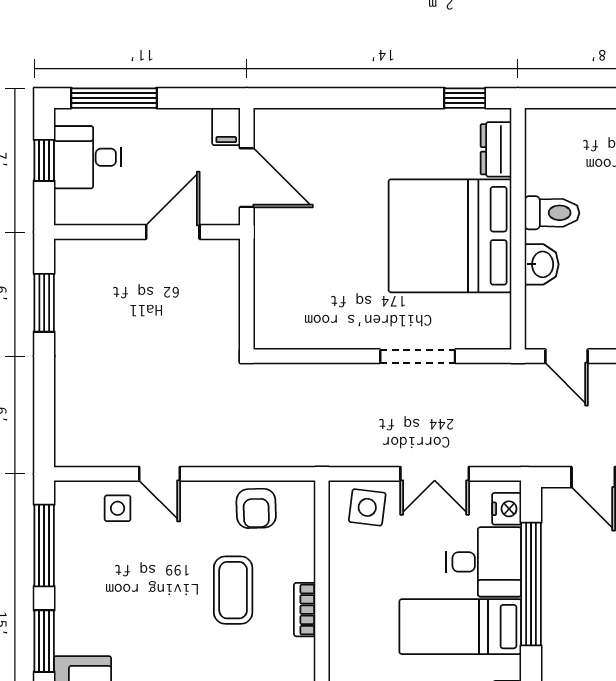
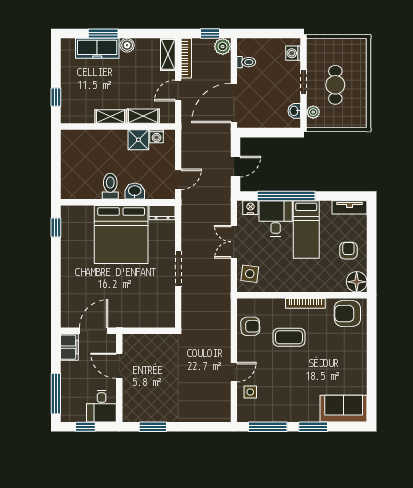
filing cabinet: (226, 127) -> (69, 347), width x2.00
dresser: (496, 149) -> (162, 213), moved
desk: (88, 157) -> (101, 406), moved
doorway: (418, 356) -> (178, 269), moved
double door: (435, 474) -> (234, 242), swing flipped
bookcase: (305, 610) -> (305, 303), width x1.56

